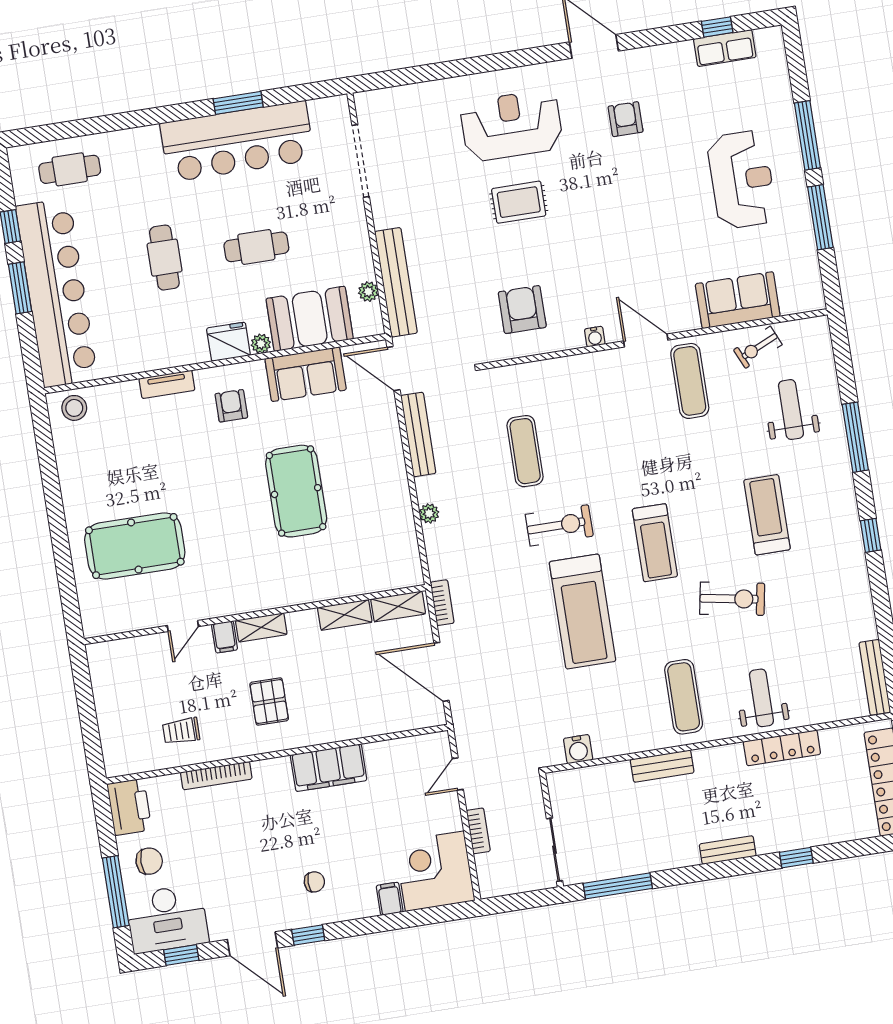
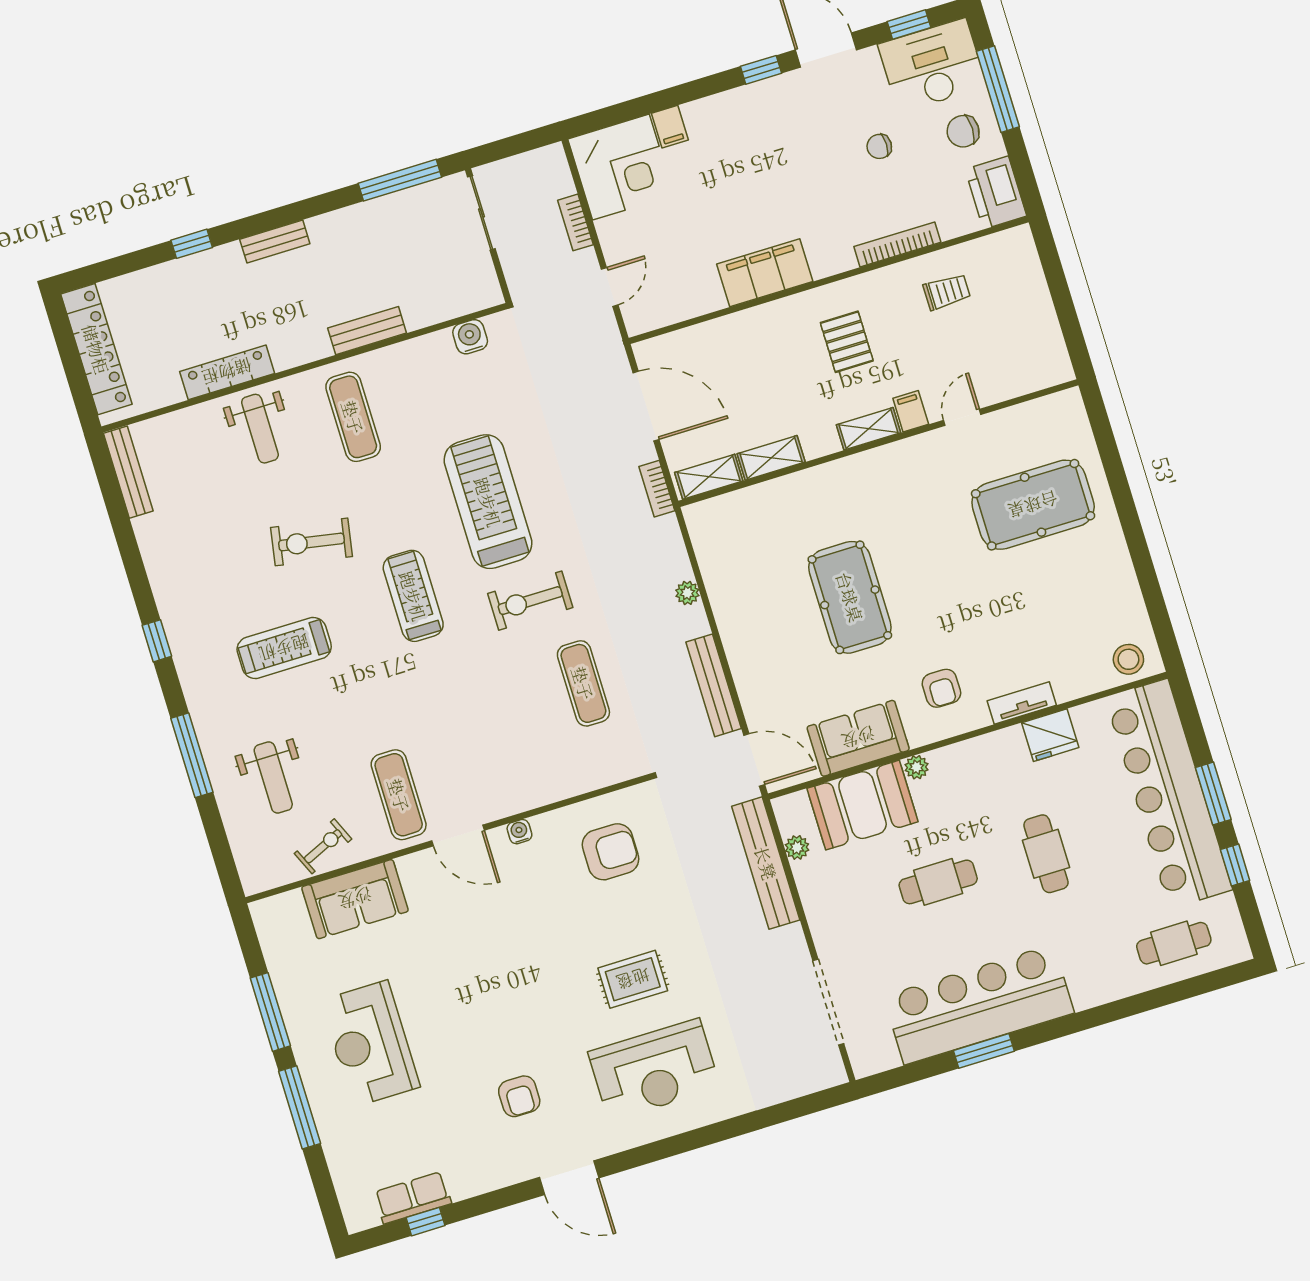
armchair: (522, 310) -> (610, 852), turned -90
fridge: (228, 342) -> (1050, 735), moved
treadmill: (767, 515) -> (284, 648), turned 90
chair: (314, 882) -> (879, 146), moved

